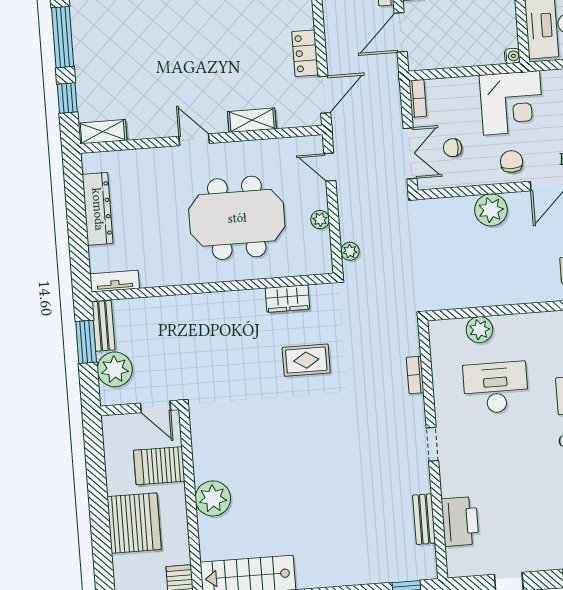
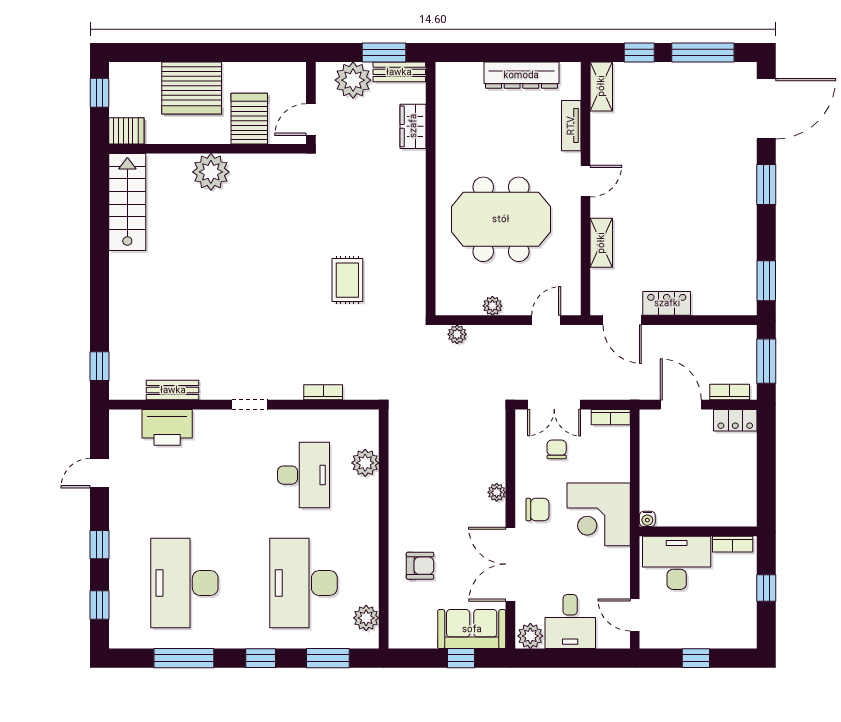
plant: (491, 210) -> (497, 492), width x0.53, depth x0.53
meeting table: (237, 218) -> (501, 219), turned 90
tv unit: (115, 281) -> (571, 126), moved, turned 180
wardrobe: (287, 298) -> (413, 126), moved

